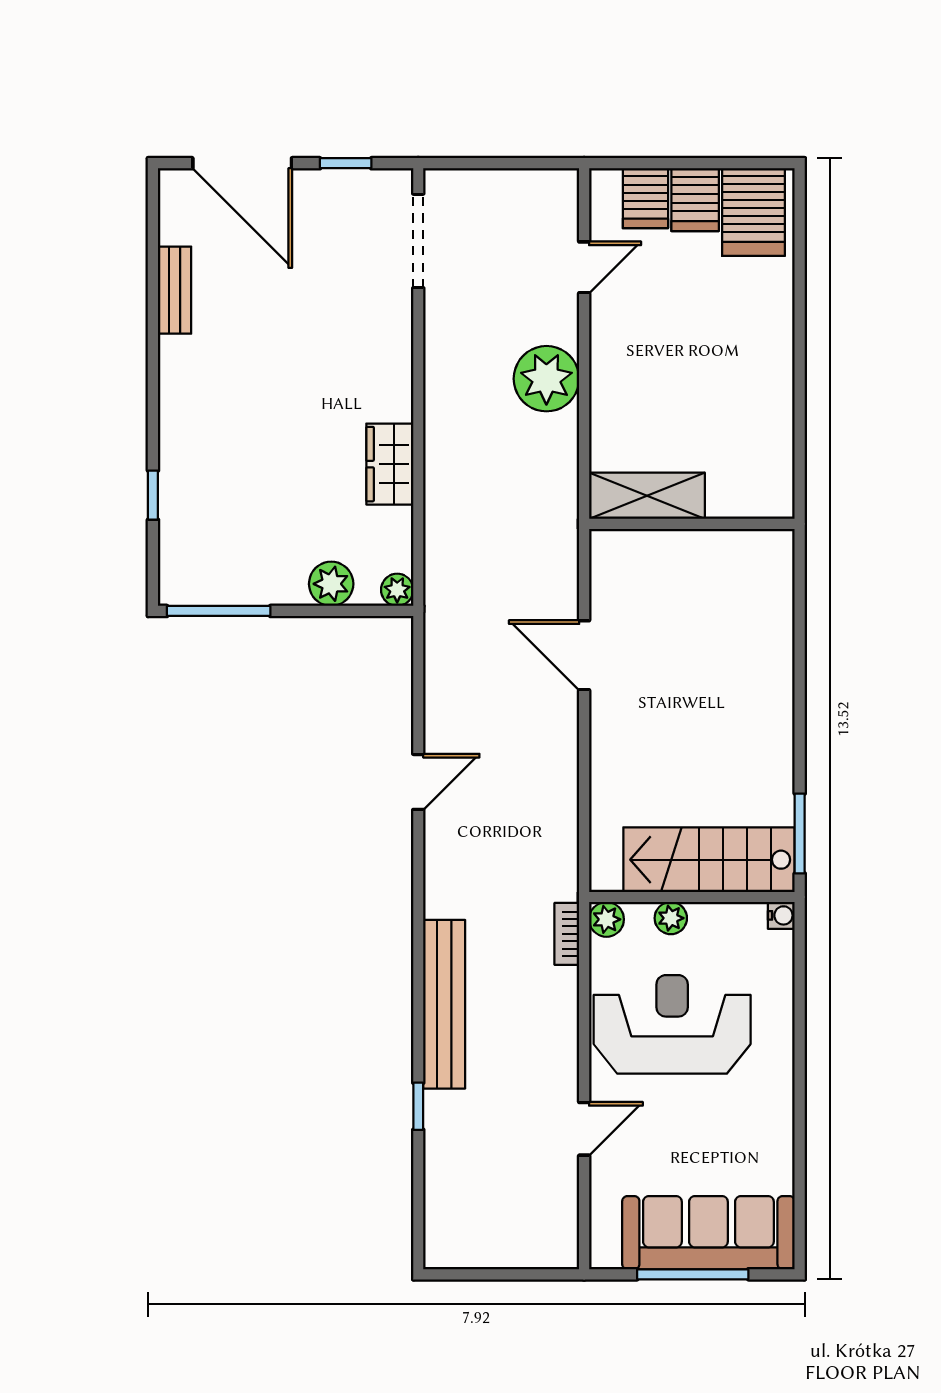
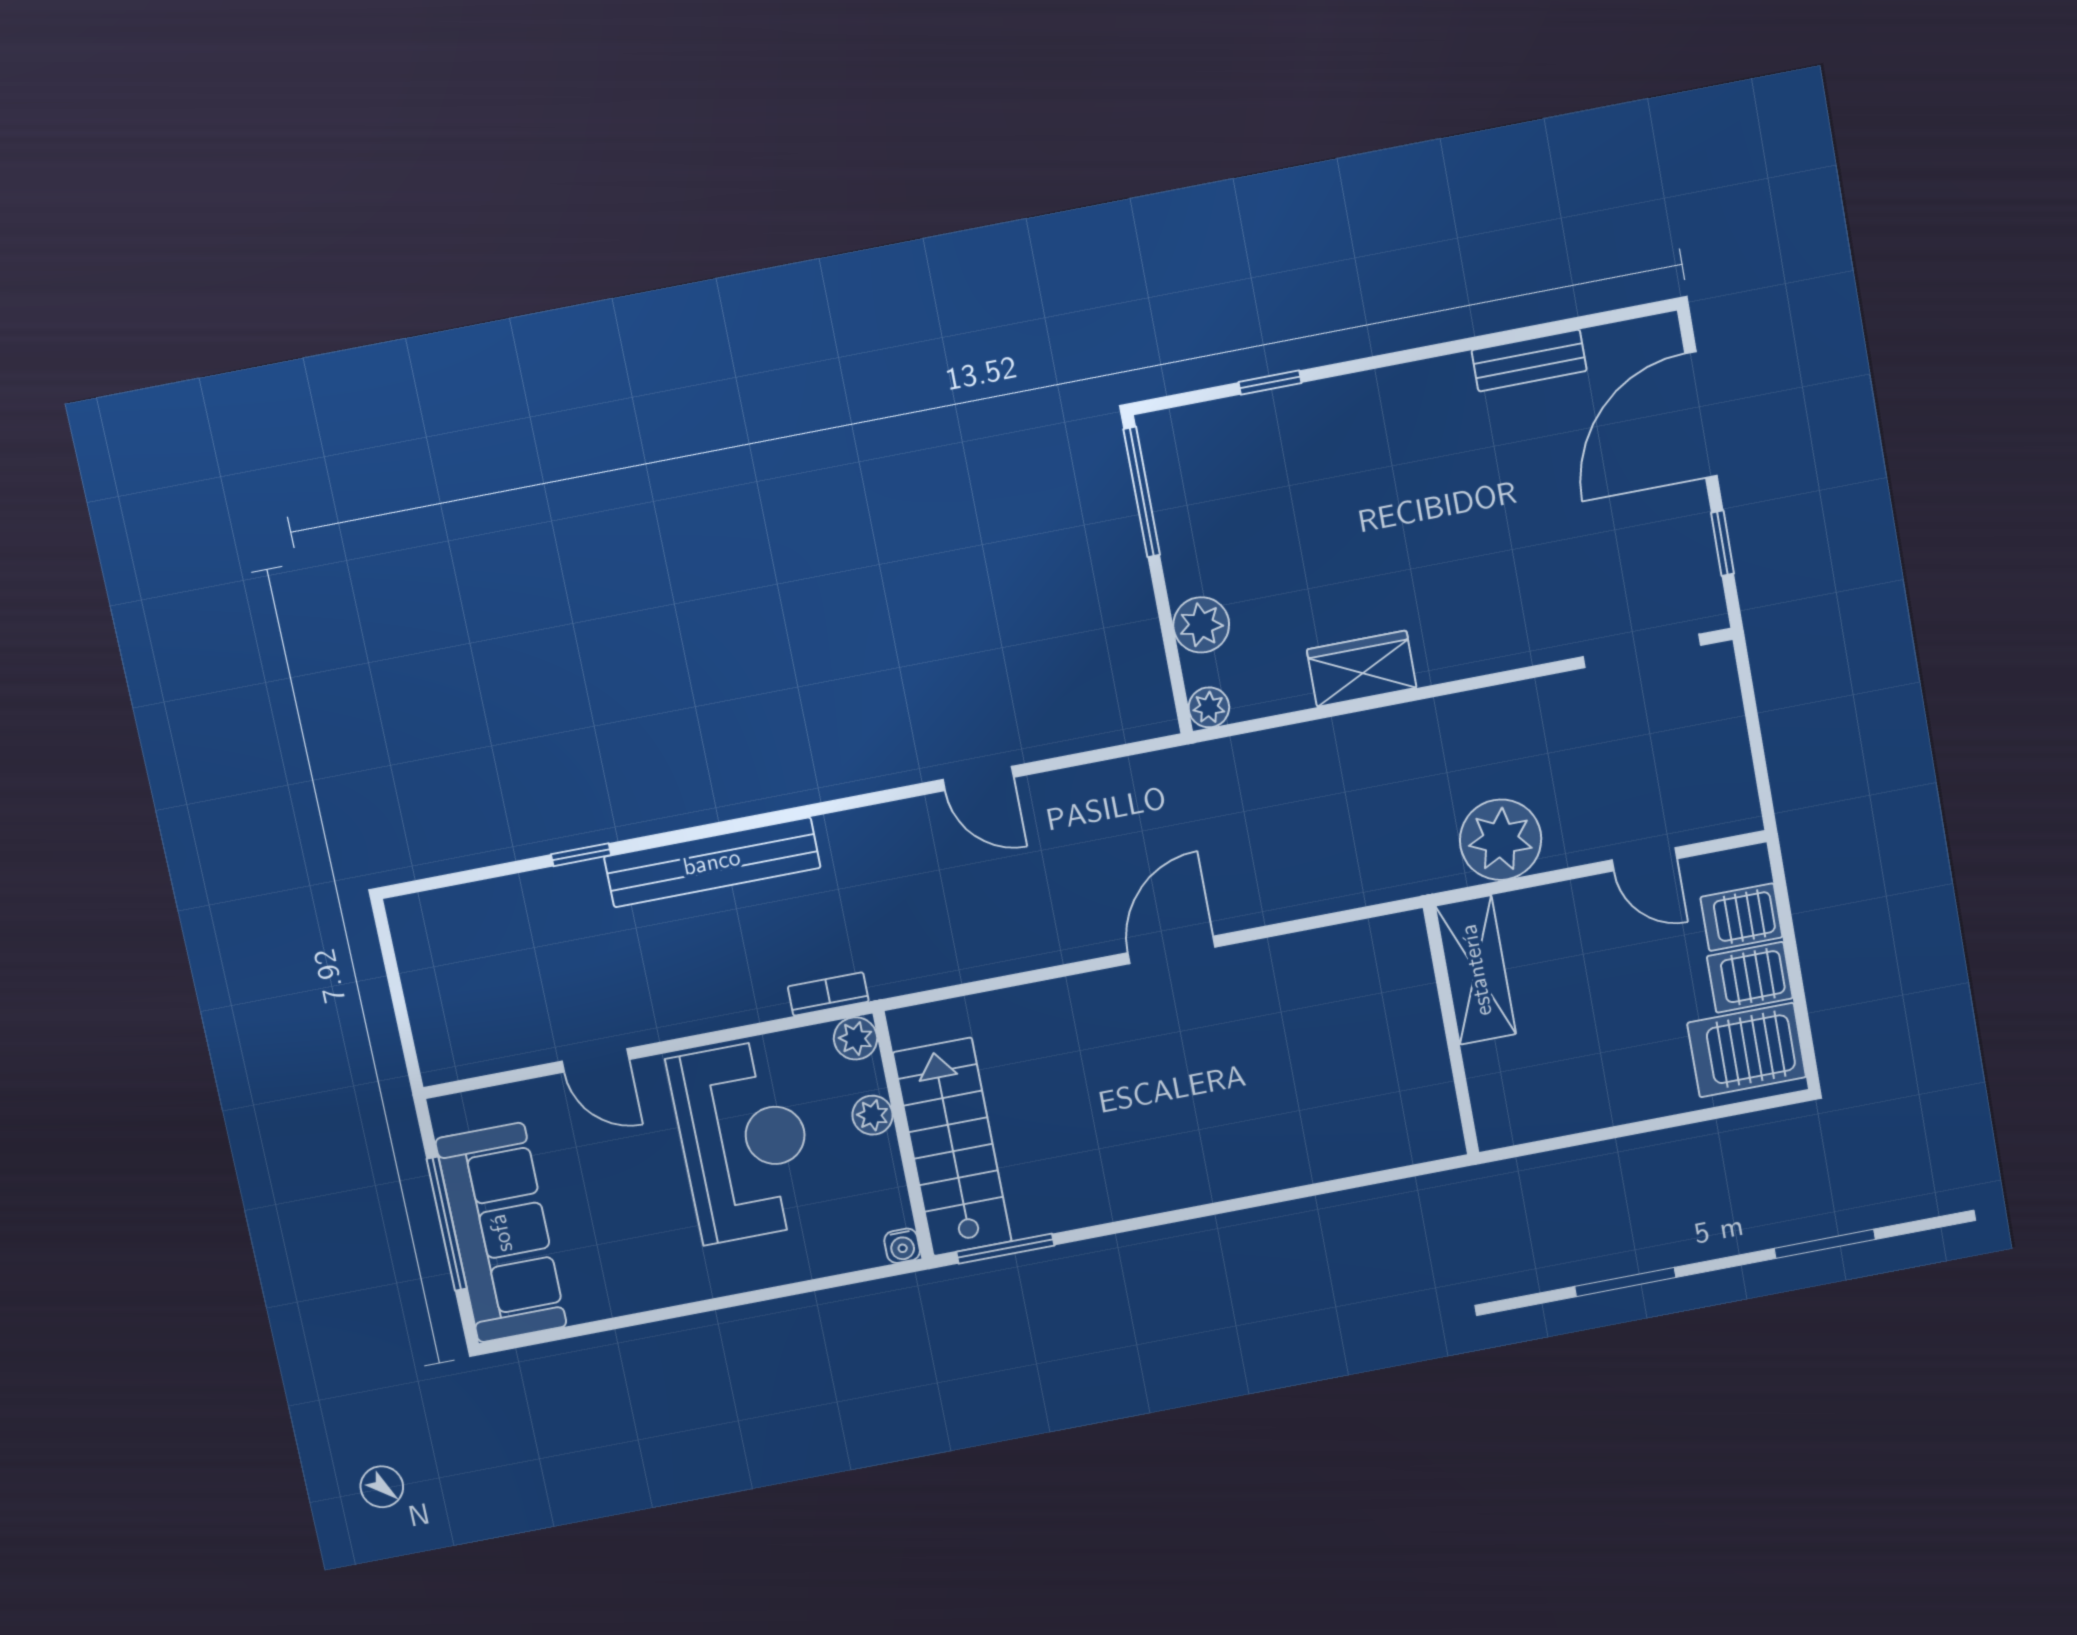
shelving: (647, 496) -> (1476, 970), moved
wall: (692, 524) -> (1451, 1030), moved

